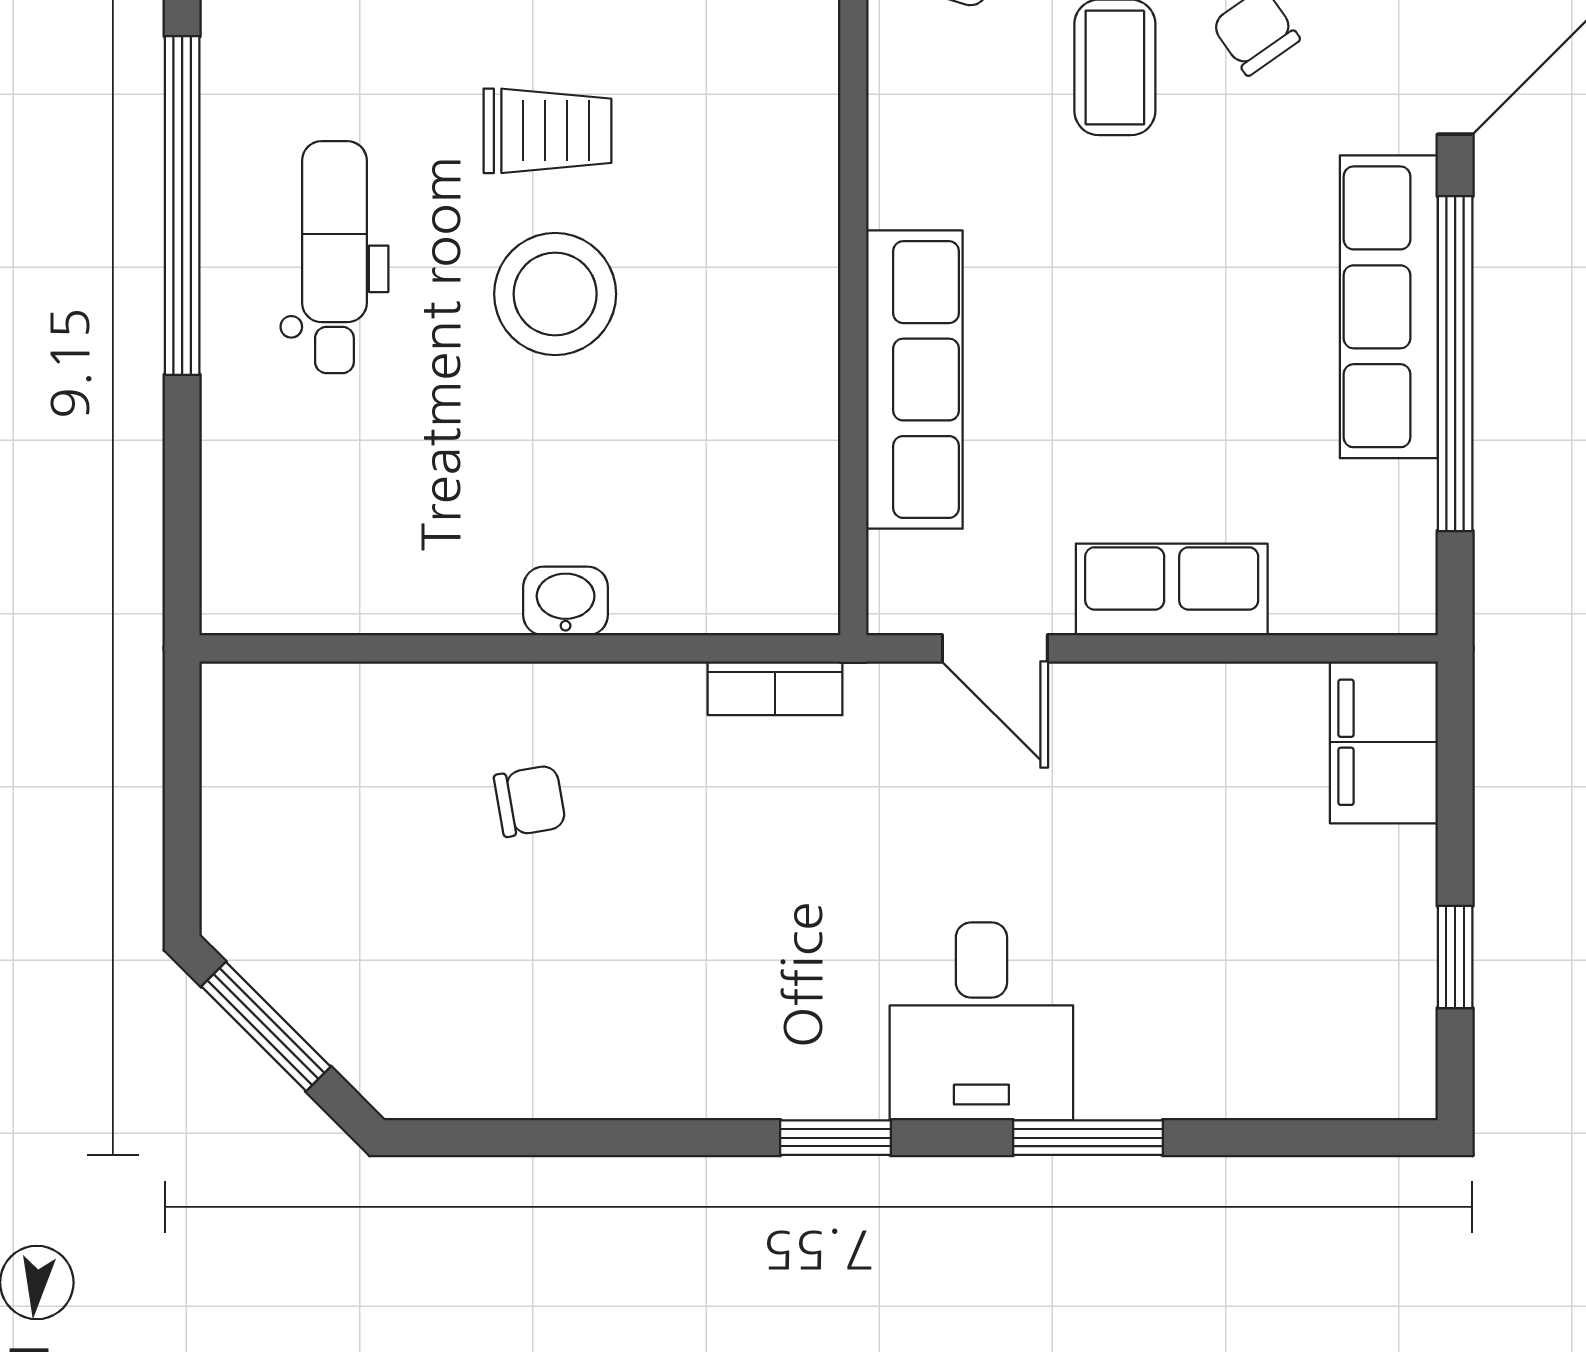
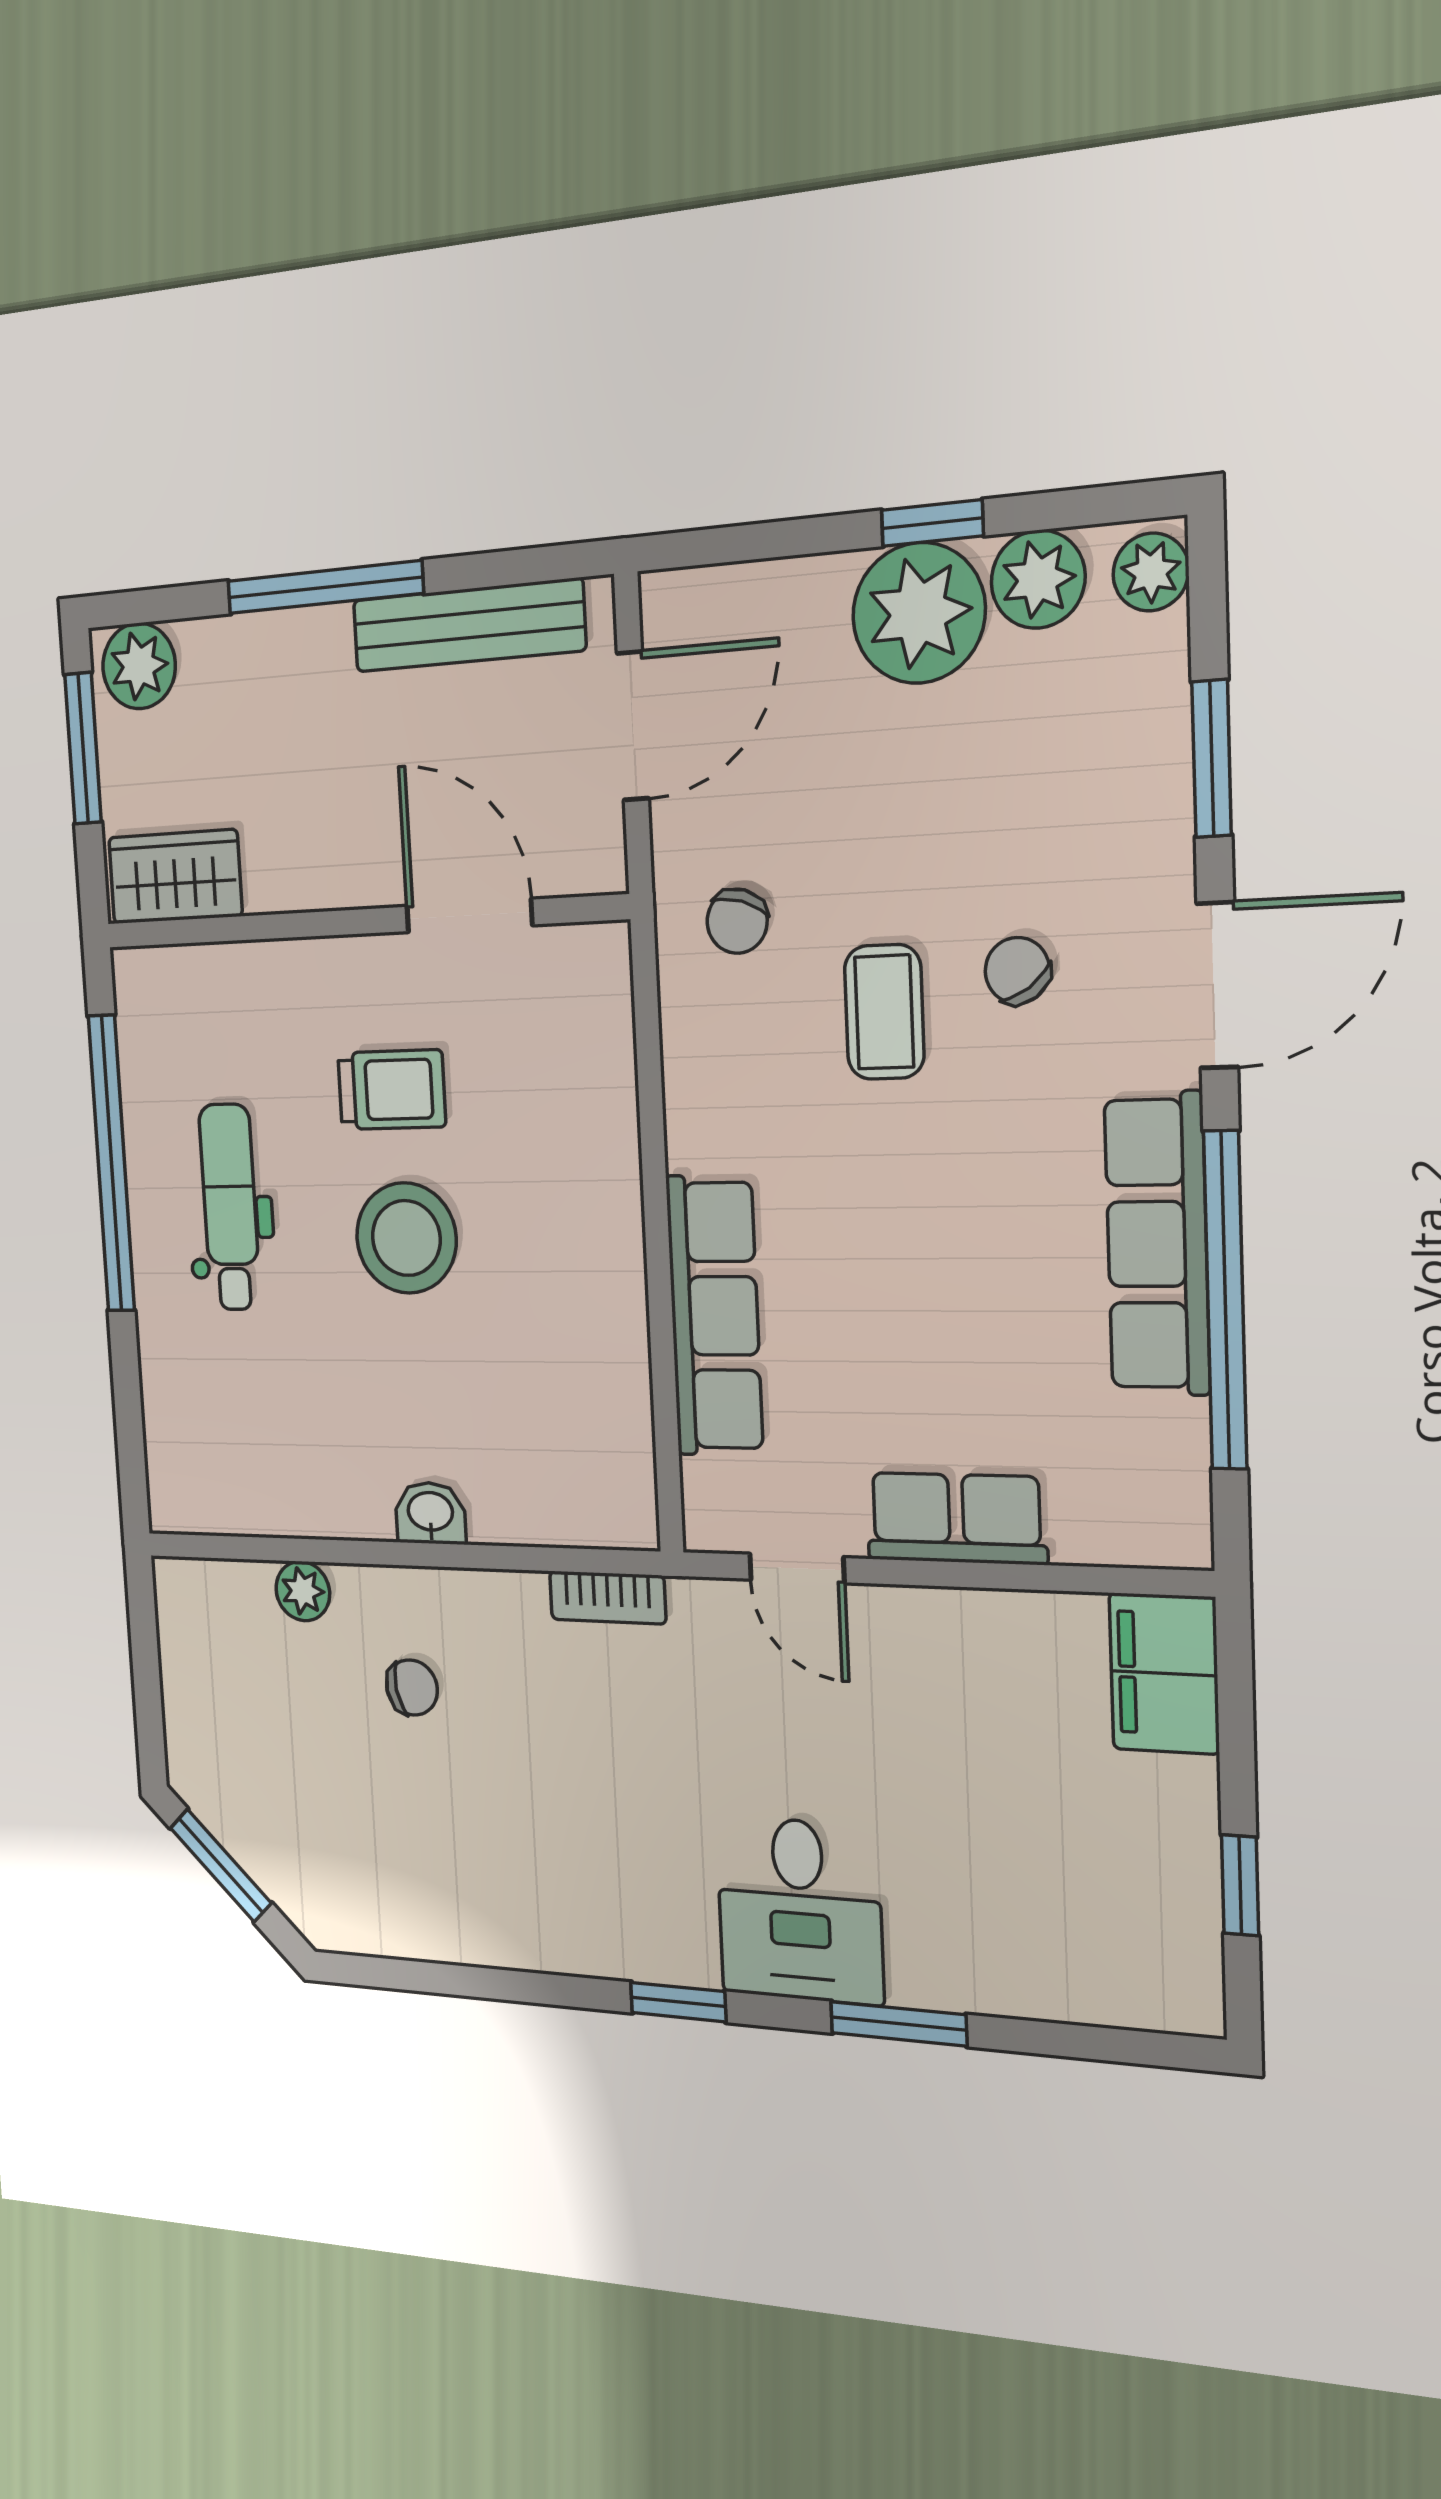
plant: (398, 696) -> (303, 1591), added

